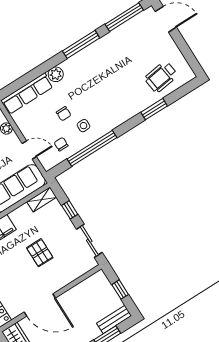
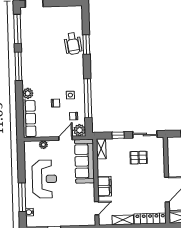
wheelchair: (161, 77) -> (73, 43), moved
plant: (49, 161) -> (79, 130), added
pallet: (40, 253) -> (139, 158), moved

